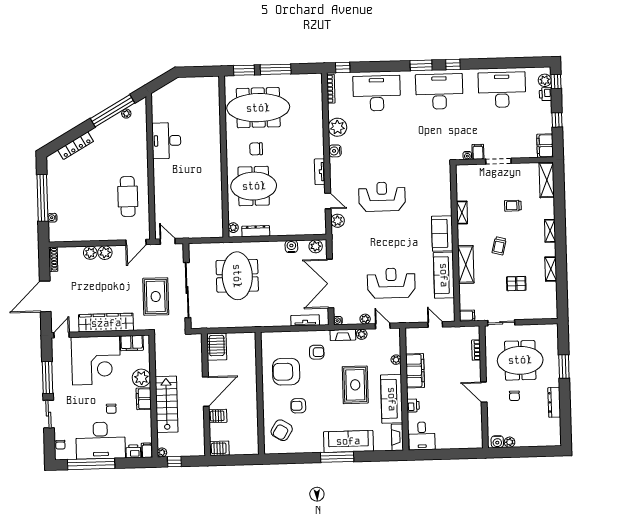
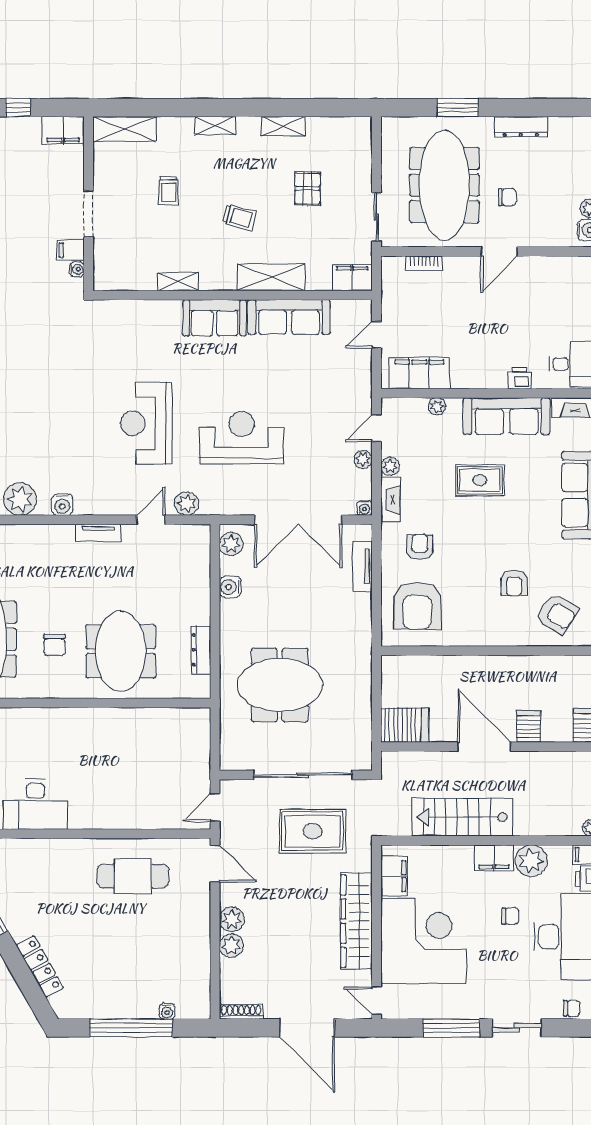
plant: (233, 228) -> (194, 690), removed
reception desk: (391, 283) -> (242, 438), moved, turned 90
filing cabinet: (467, 316) -> (352, 278), width x2.00
meeting table: (520, 360) -> (444, 185), width x1.36
filing cabinet: (415, 371) -> (419, 373), moved
armchair: (286, 372) -> (417, 606), moved
plant: (141, 378) -> (531, 861), moved
rug: (355, 385) -> (480, 480), width x0.73, depth x0.70
stairs: (167, 404) -> (462, 817), moved

